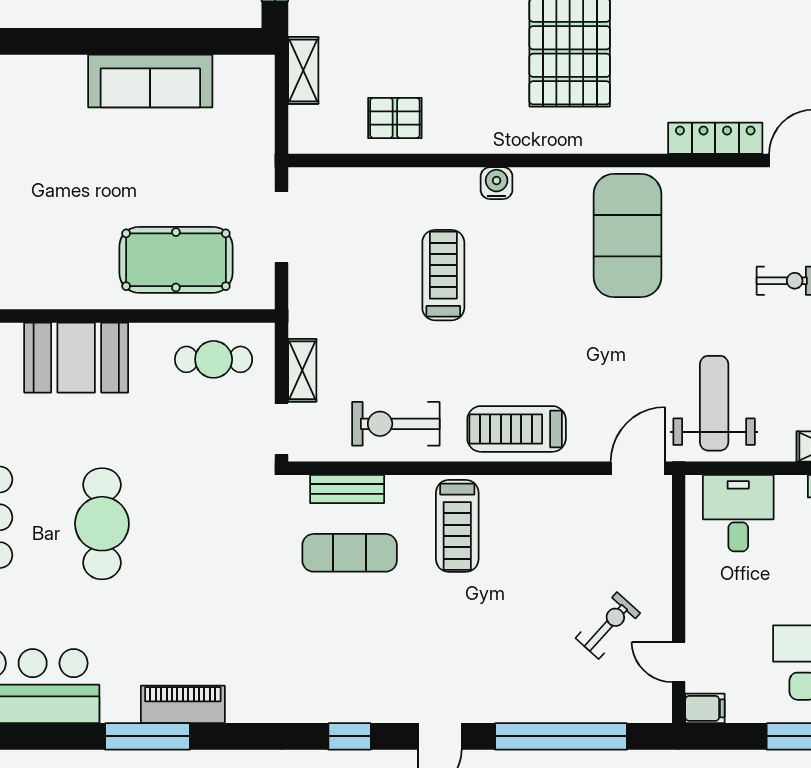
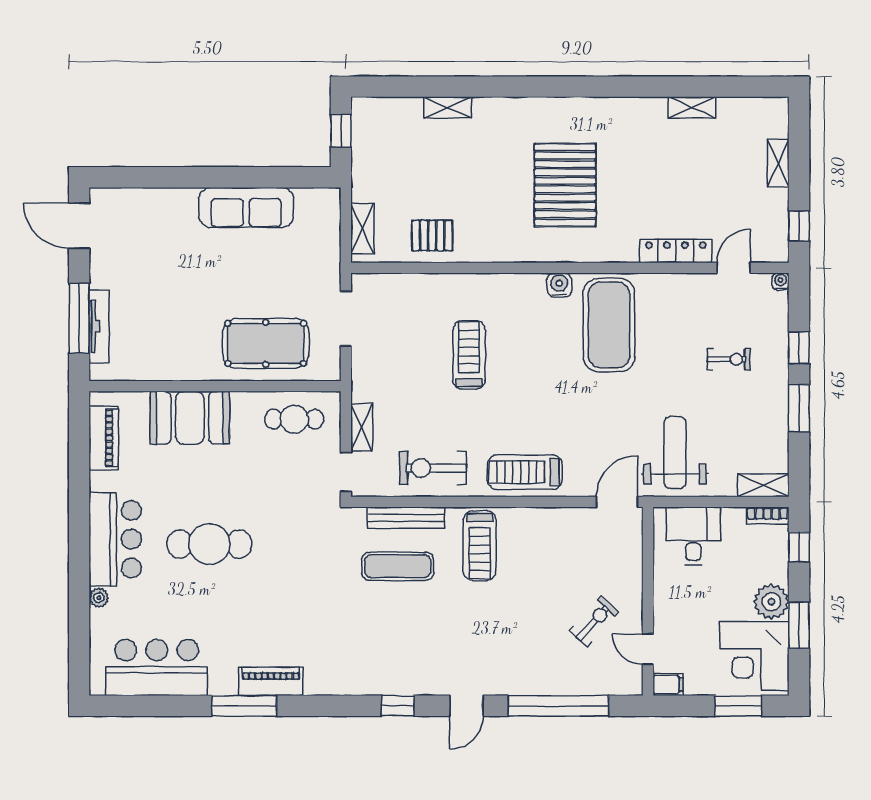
shelving: (303, 70) -> (362, 229), moved
water cooler: (497, 183) -> (559, 285), moved
bench: (347, 489) -> (406, 518), width x1.36
cafe table: (102, 524) -> (209, 544), turned 90

